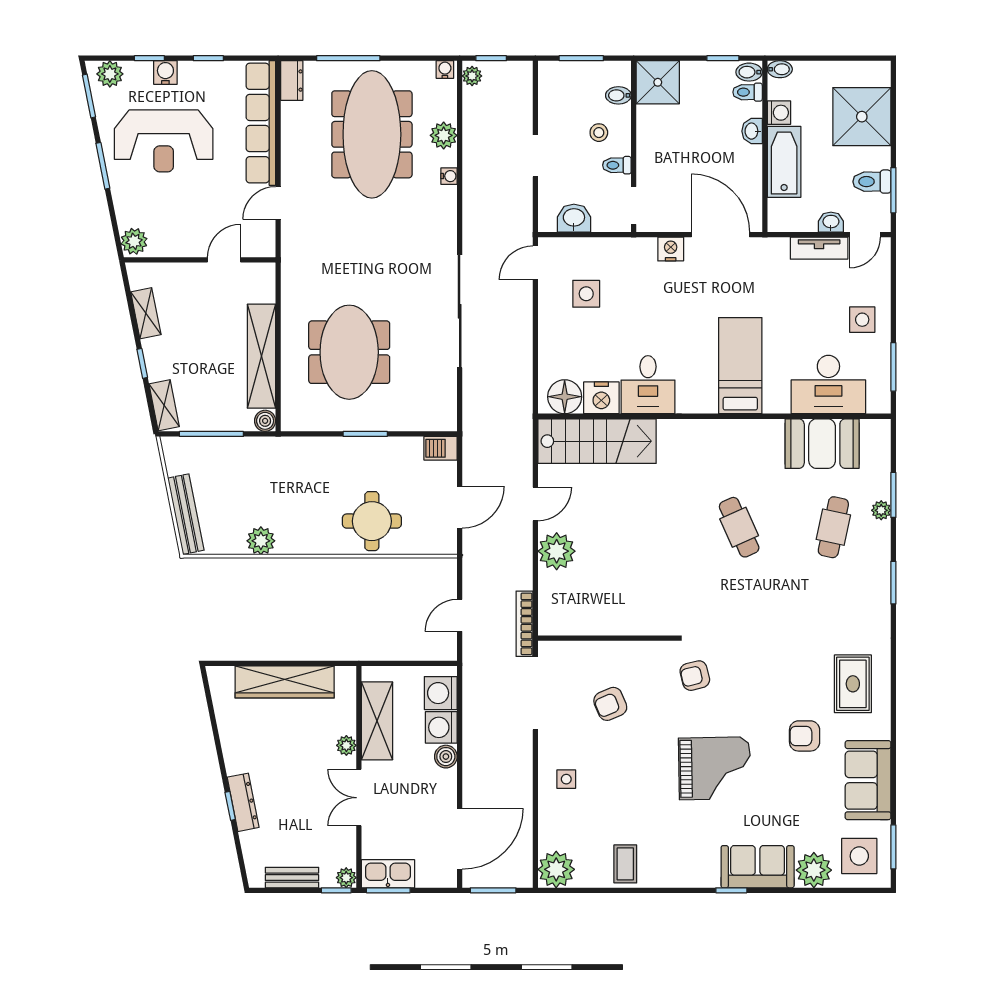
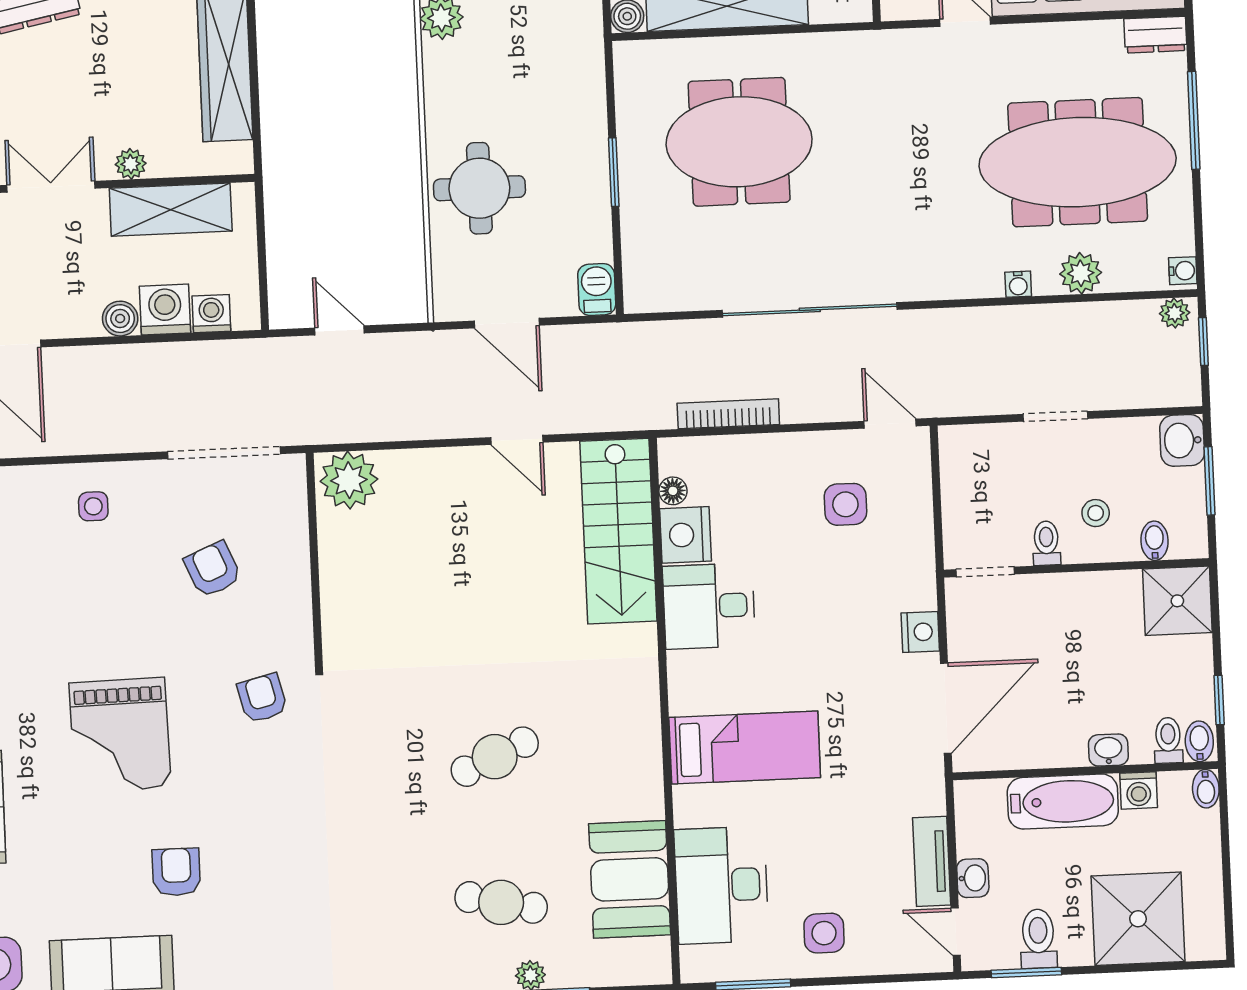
washbasin: (574, 218) -> (1182, 440), moved, turned 180
floor lamp: (565, 397) -> (673, 491), width x0.53, depth x0.53
plant: (557, 551) -> (349, 480), moved
bookcase: (524, 624) -> (728, 414), moved
rug: (853, 684) -> (260, 943), removed
washing machine: (441, 693) -> (211, 314), width x0.73, depth x0.73

